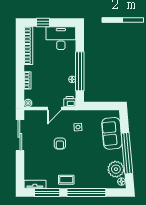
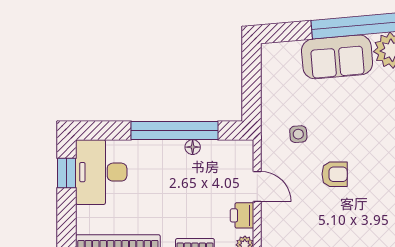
window: (43, 22) -> (67, 173), moved
printer: (70, 102) -> (242, 215), moved
sofa: (112, 133) -> (337, 57), moved

